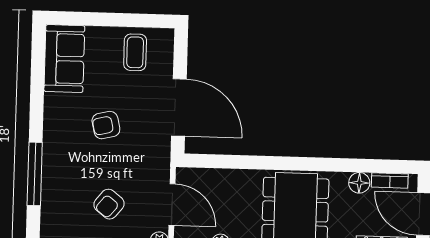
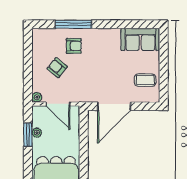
armchair: (106, 125) -> (74, 46), moved, turned 103
door: (172, 204) -> (58, 104), hinge flipped

